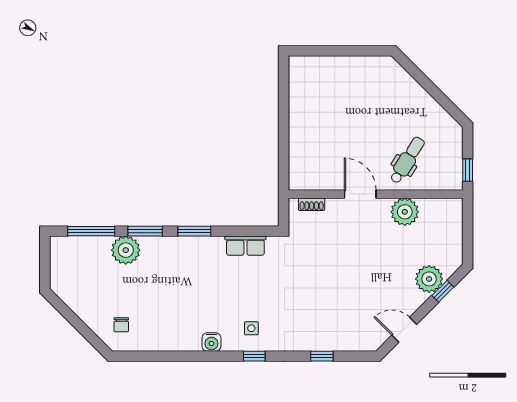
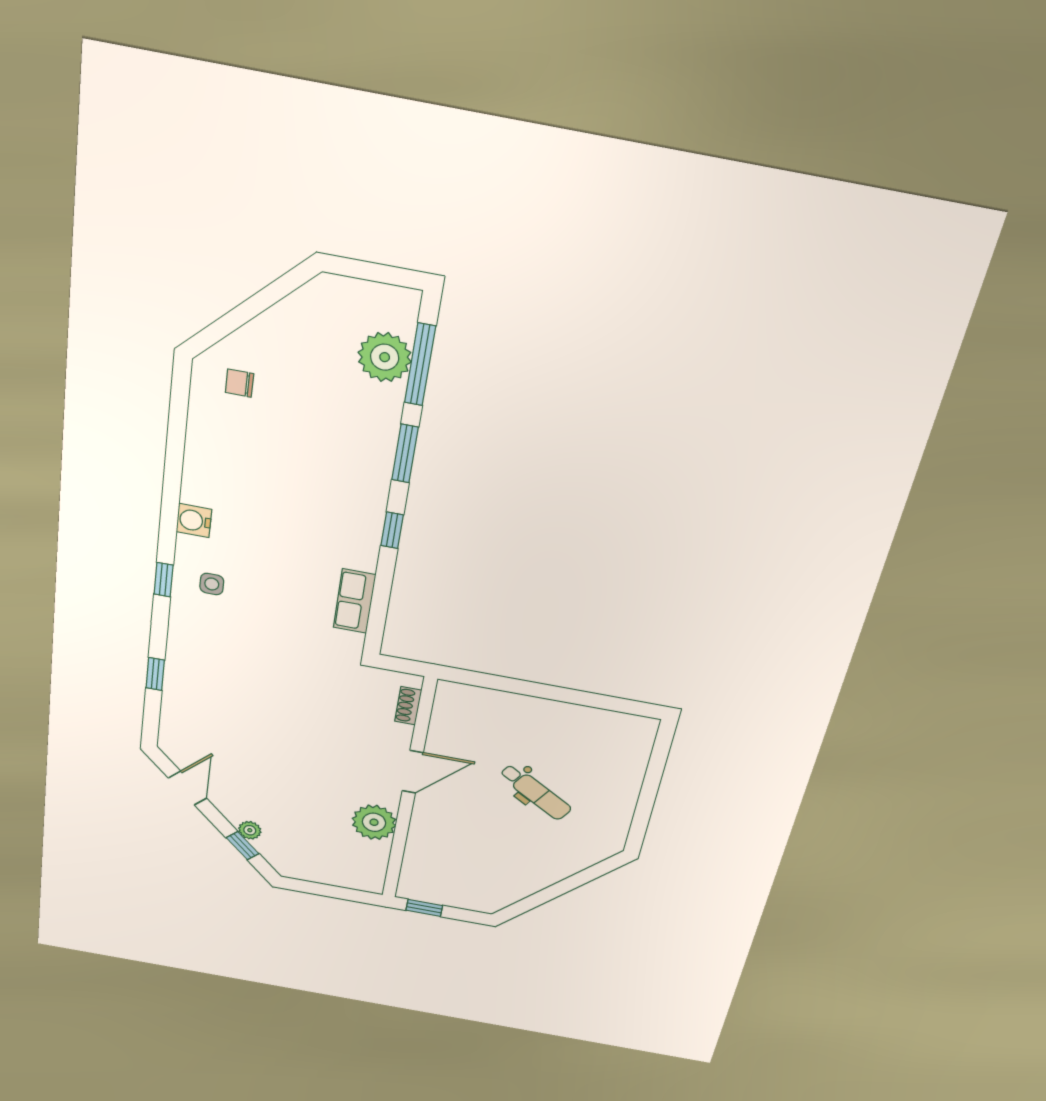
dental chair: (407, 160) -> (535, 792), moved
window: (194, 231) -> (392, 530), width x0.67
plant: (126, 250) -> (385, 357), moved
plant: (429, 279) -> (250, 830), width x0.53, depth x0.53

